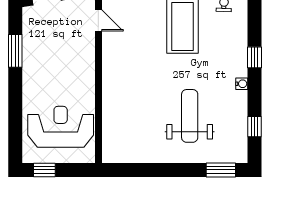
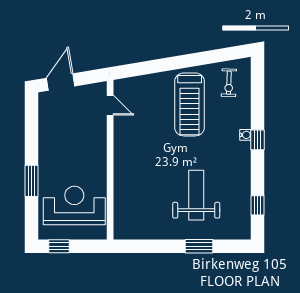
window: (15, 51) -> (32, 181), moved
water cooler: (242, 84) -> (245, 135), moved
window: (221, 170) -> (199, 246), moved

